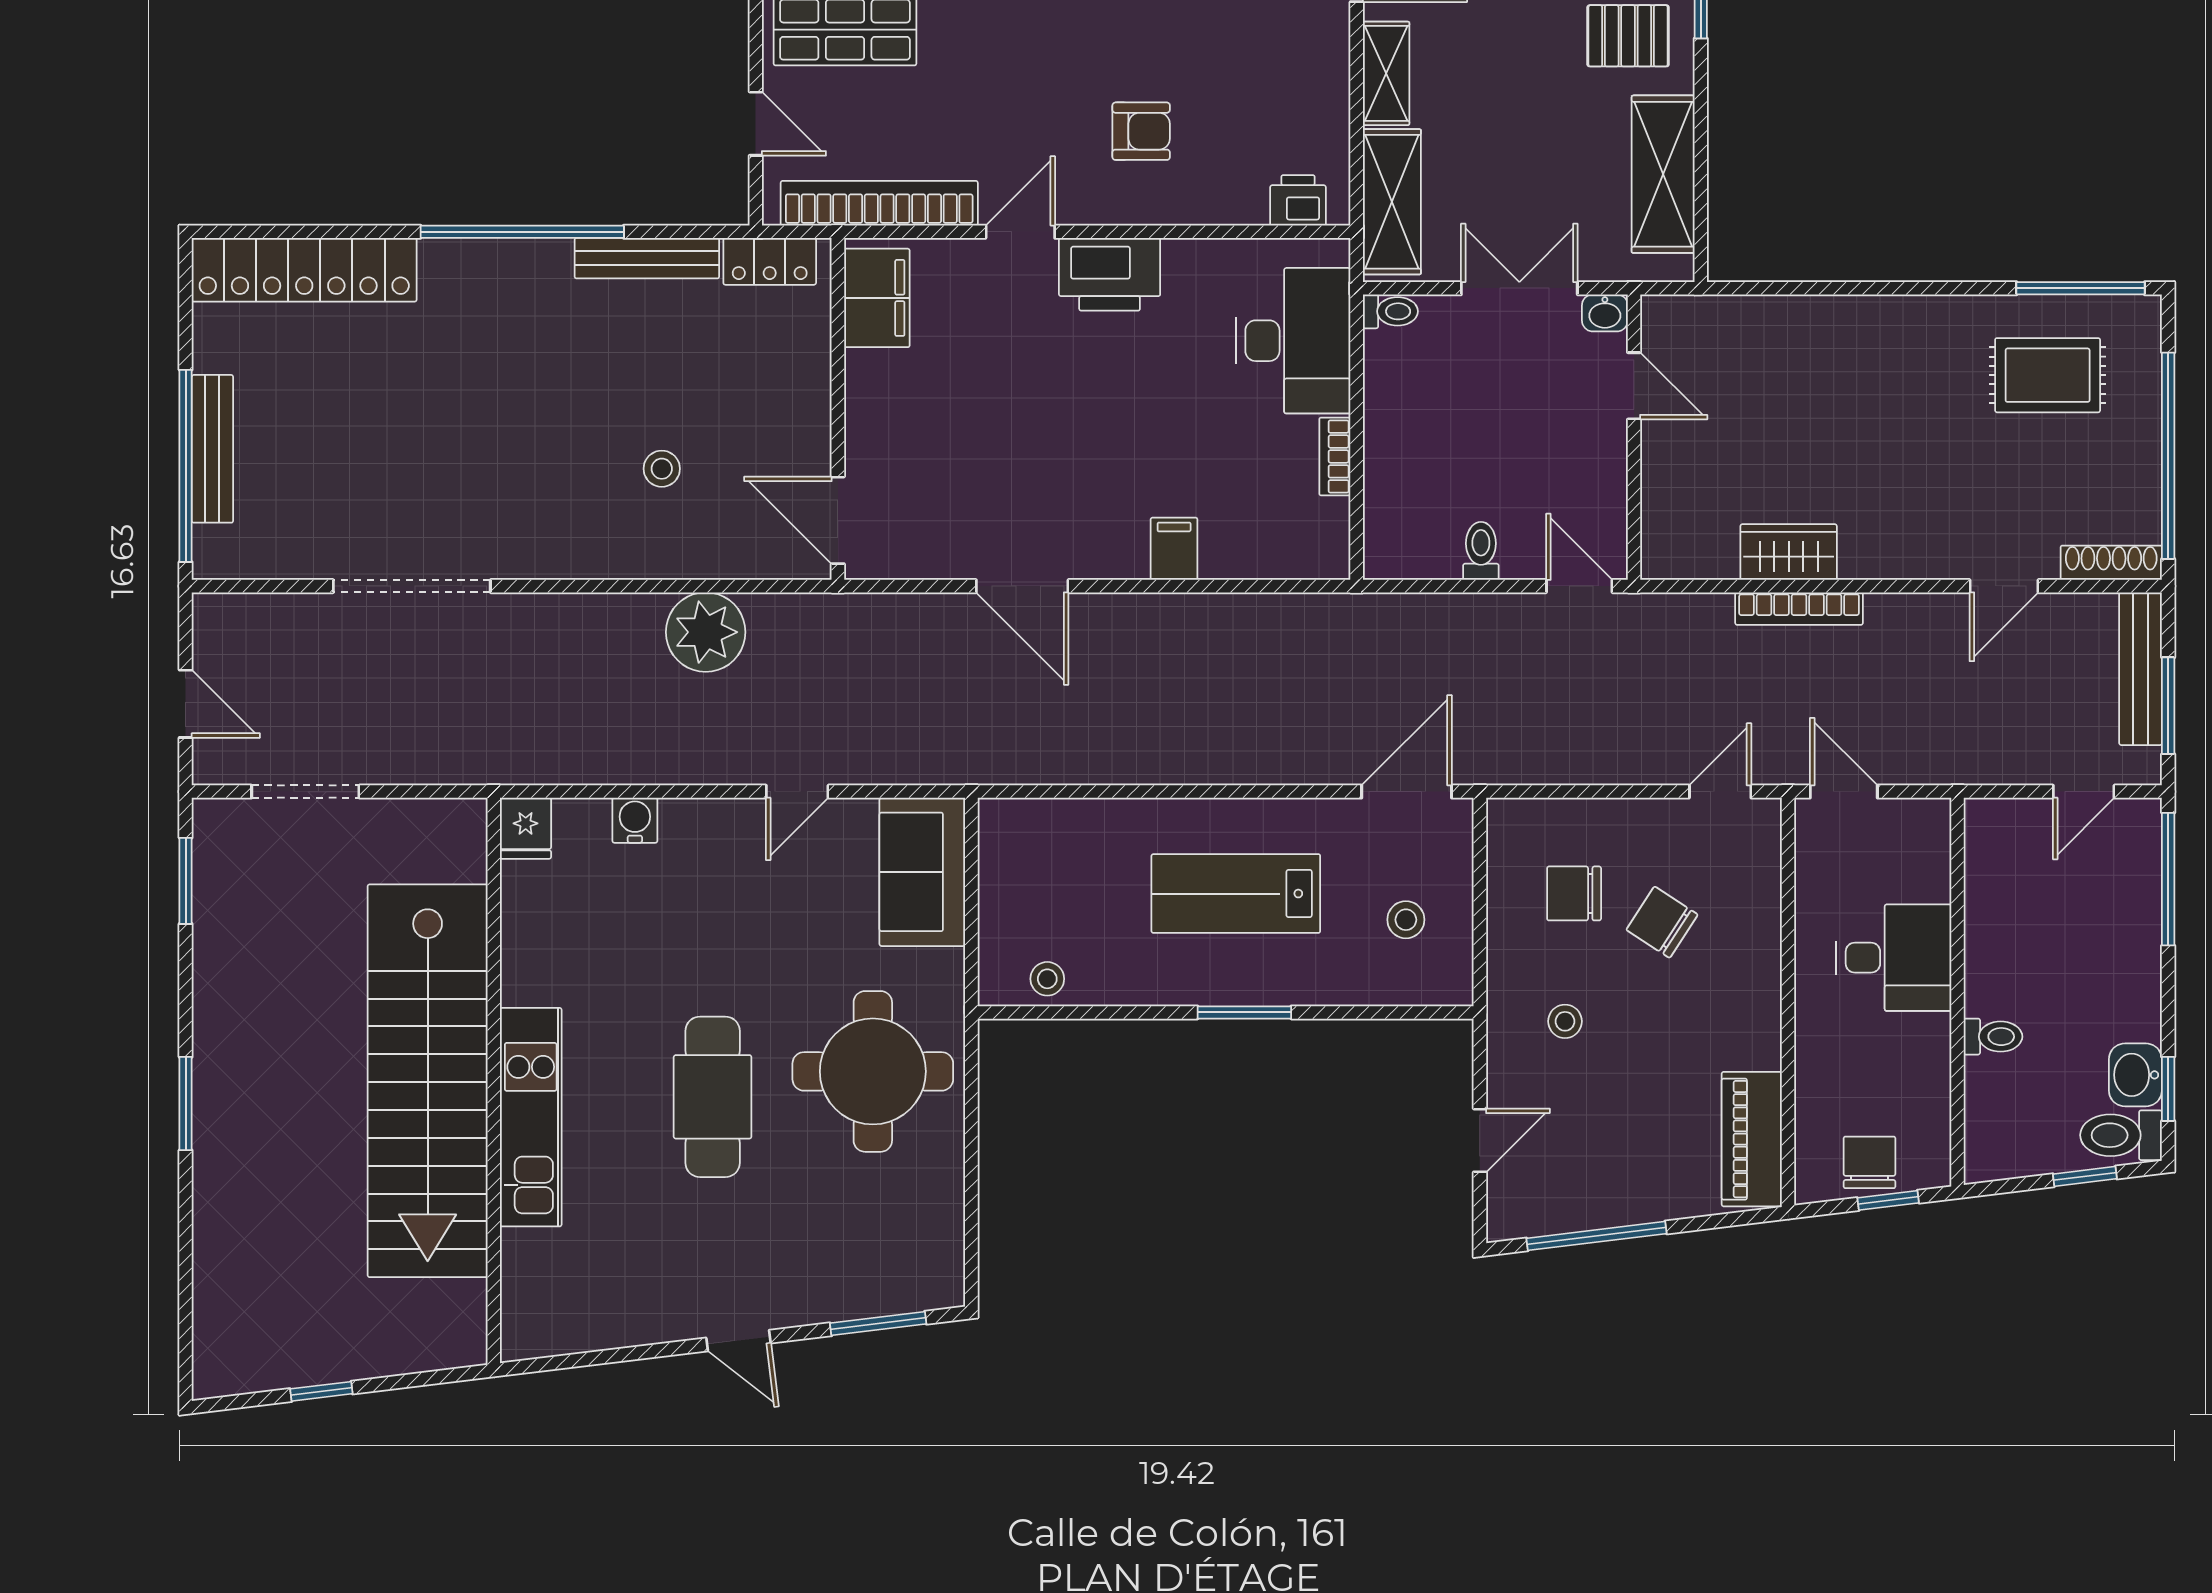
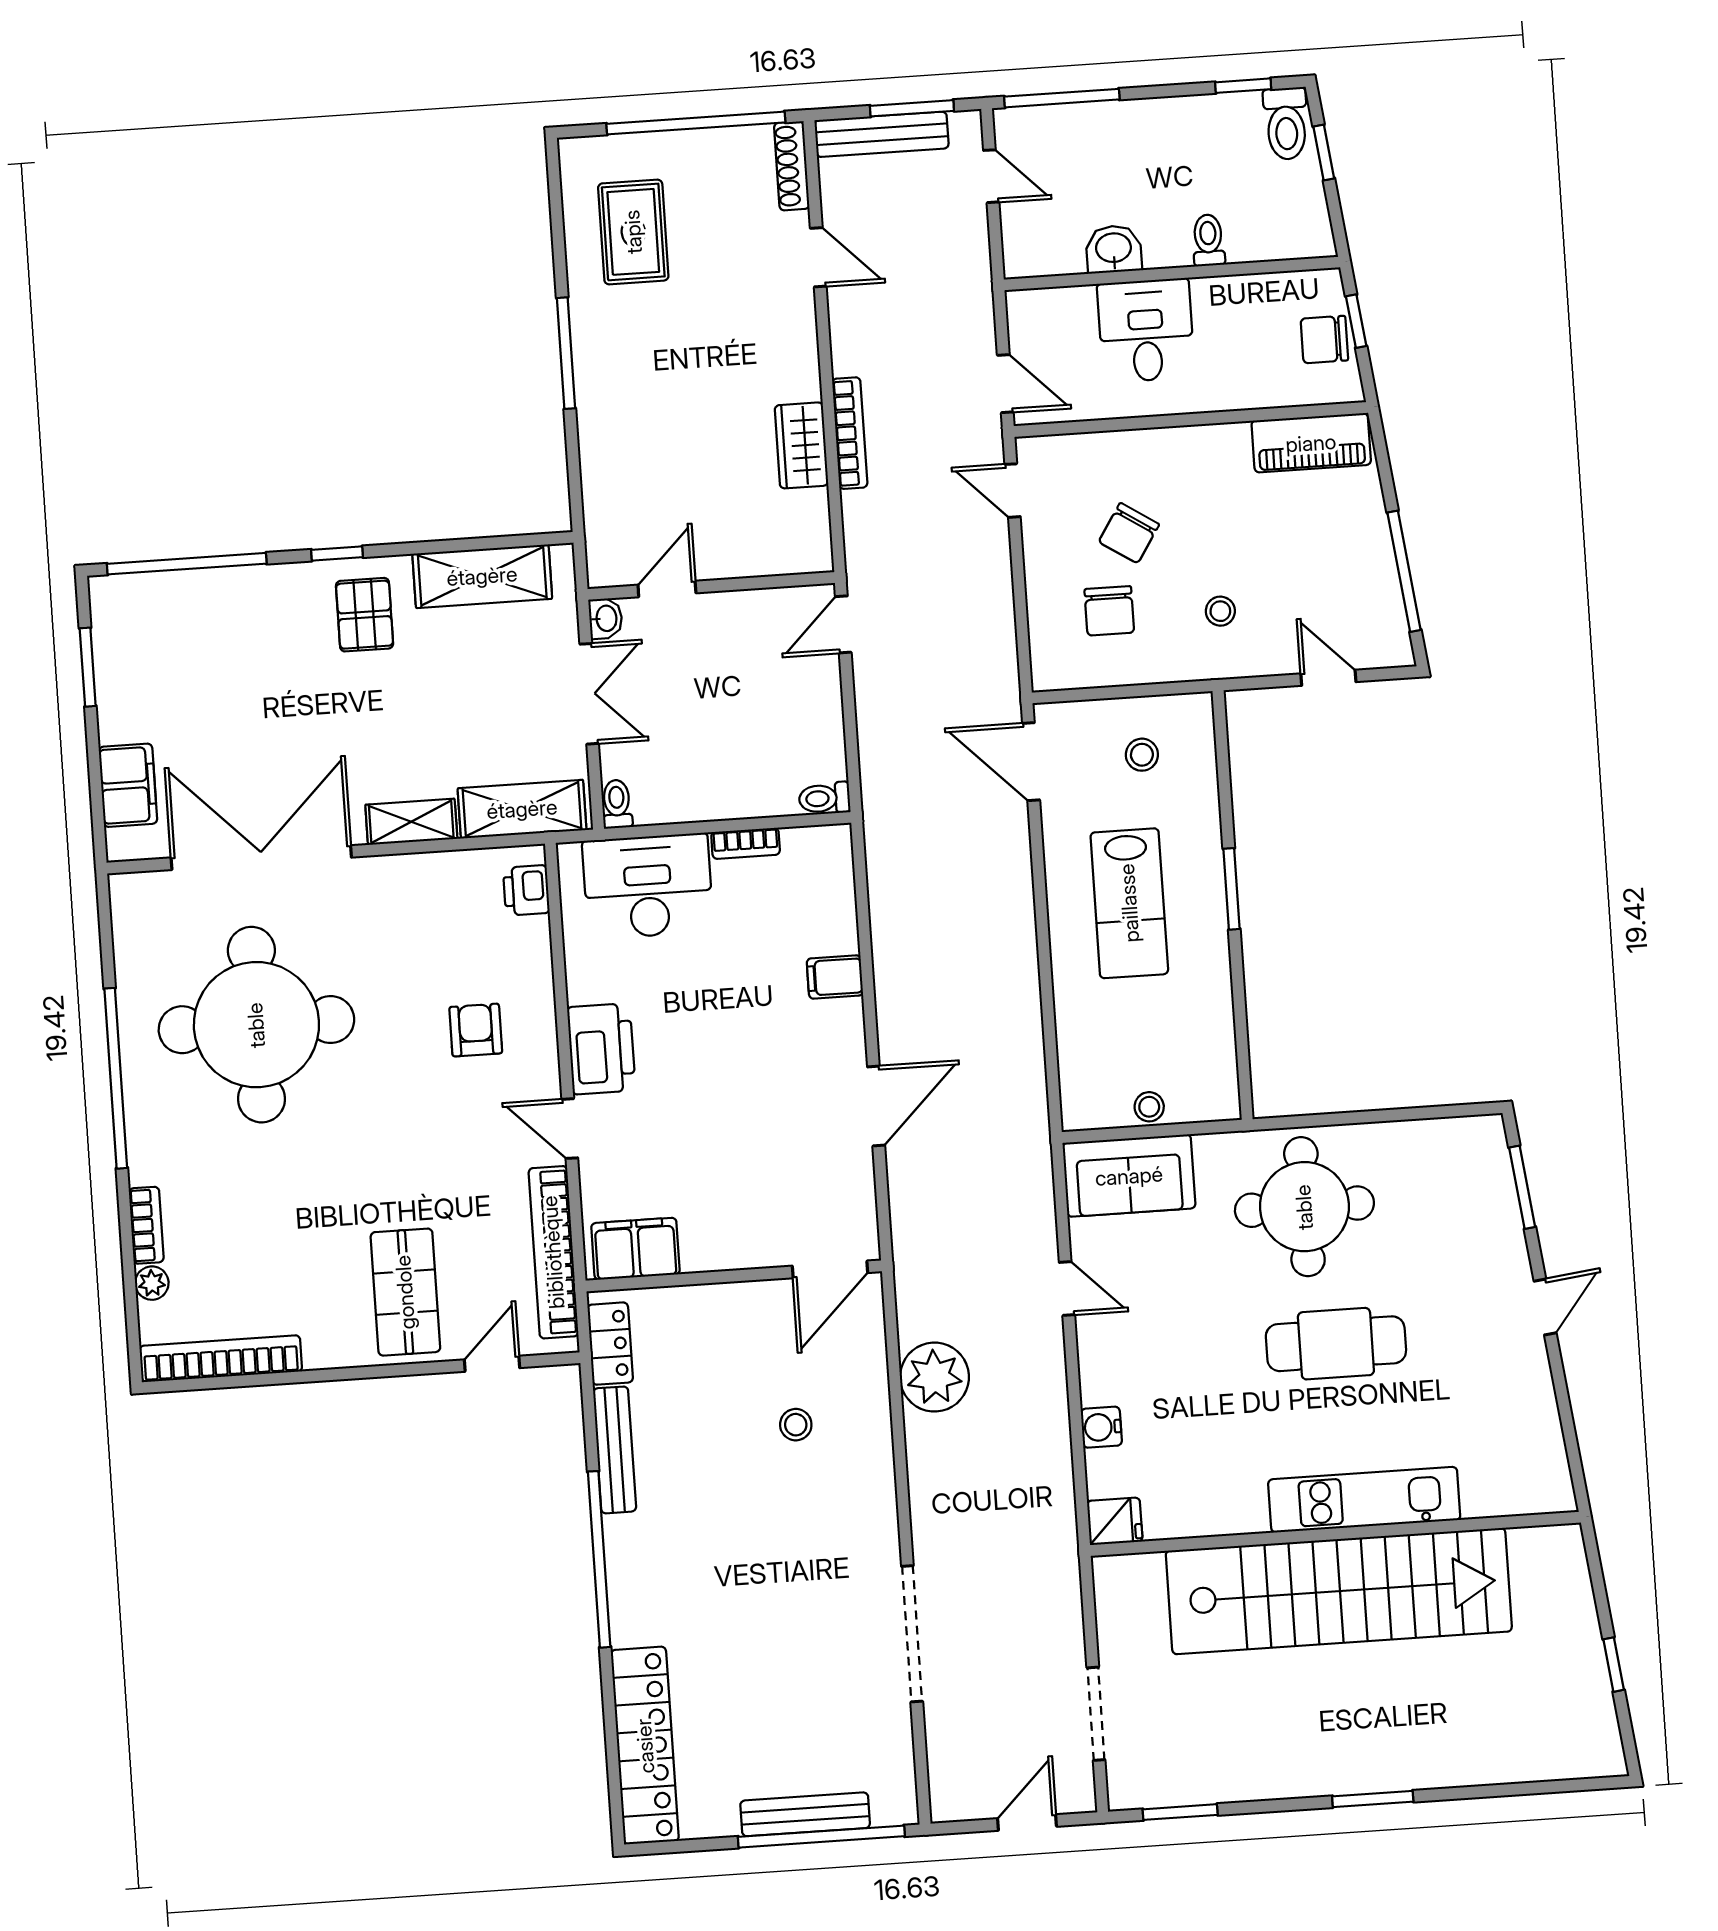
double door: (1519, 288) -> (589, 694), swing flipped
window: (2081, 288) -> (566, 353), moved
toilet: (1481, 551) -> (825, 798), moved
door: (1844, 792) -> (1005, 384), swing flipped
stool: (1047, 979) -> (1149, 1107), moved
washbasin: (2135, 1075) -> (1114, 249), moved, turned 180

